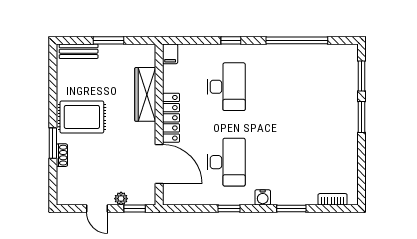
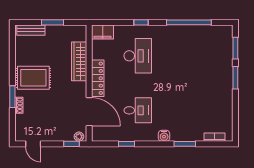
filing cabinet: (170, 54) -> (103, 32), width x2.00
desk: (226, 162) -> (138, 110), width x0.73
plant: (121, 199) -> (79, 137), moved
door: (97, 208) -> (33, 144), moved
window: (229, 208) -> (126, 144), moved

